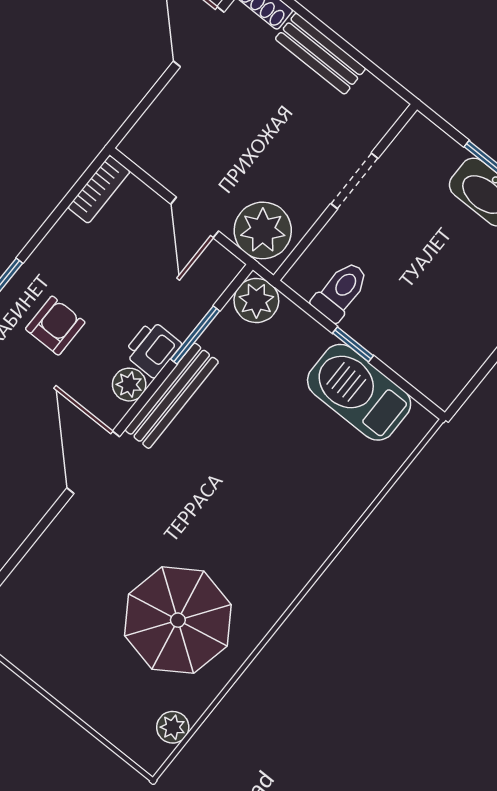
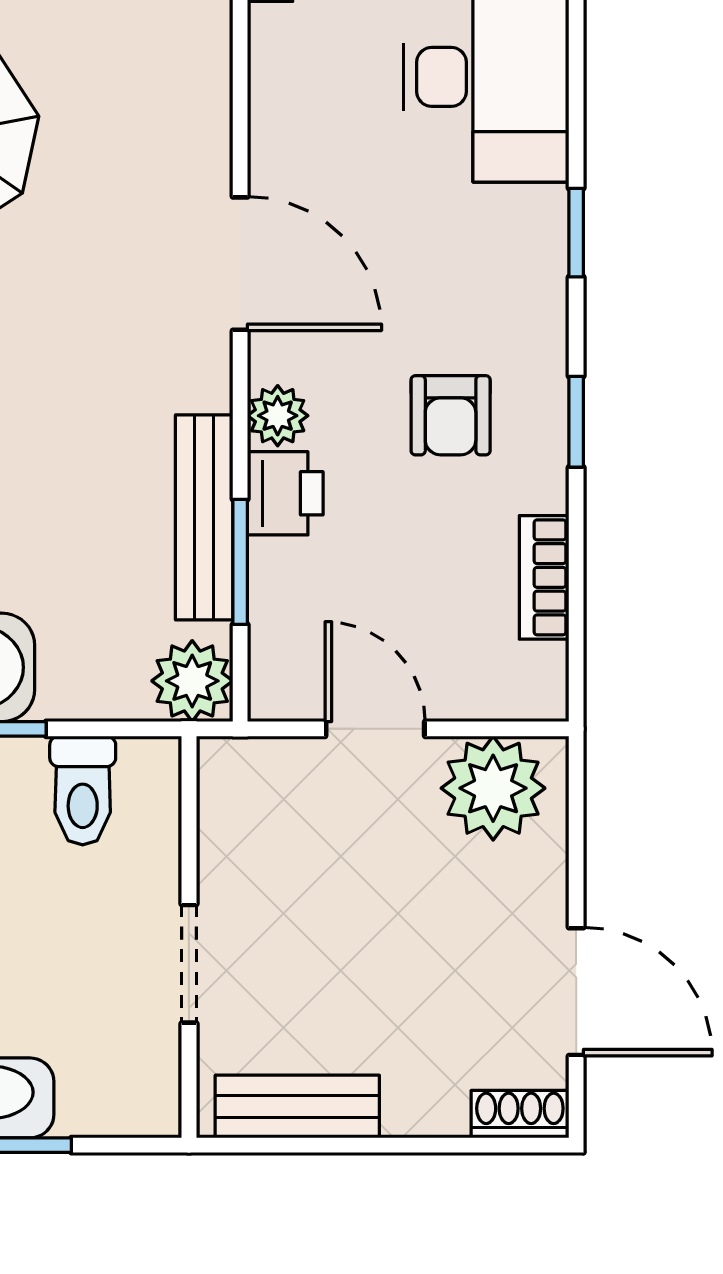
bench: (320, 54) -> (297, 1107), moved
bookcase: (99, 189) -> (544, 577), moved
plant: (263, 230) -> (493, 788), moved
bench: (172, 396) -> (204, 517), moved

